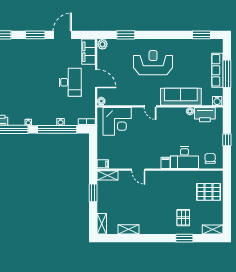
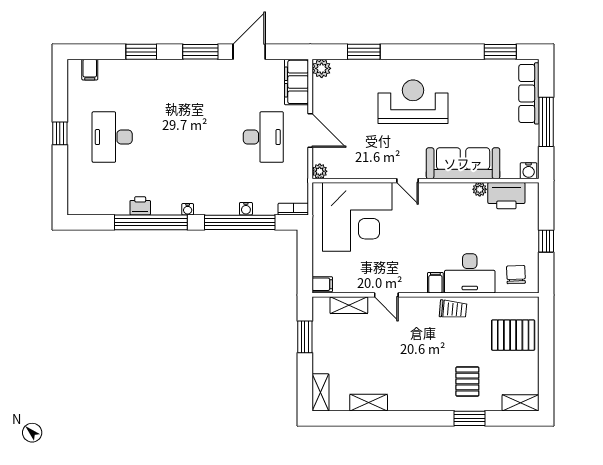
row of seats: (217, 70) -> (529, 93), moved
corner desk: (117, 121) -> (357, 217), width x1.36, depth x1.36
shelving: (108, 175) -> (349, 305), moved
trolley: (175, 178) -> (453, 309), added

